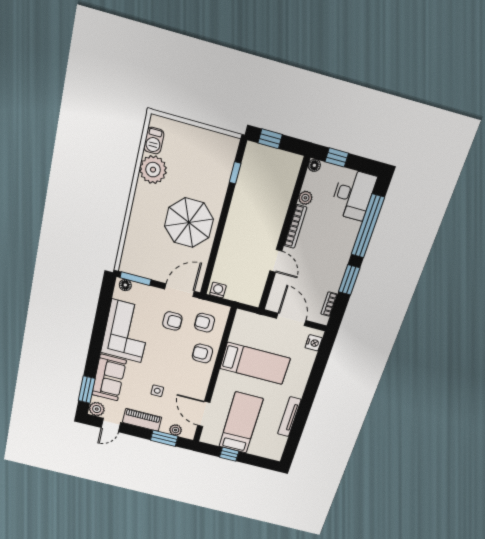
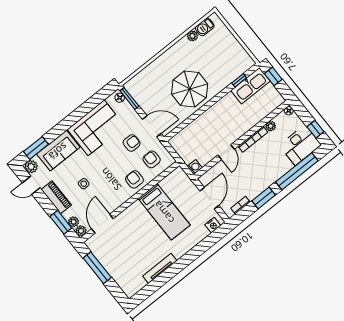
window: (337, 157) -> (315, 129), moved
kitchen sink: (252, 169) -> (251, 86), added
plant: (153, 170) -> (192, 36), width x0.53, depth x0.53
washing machine: (218, 290) -> (195, 167), moved
armchair: (172, 321) -> (132, 143), turned -90
bed: (241, 423) -> (123, 249), removed
plant: (189, 433) -> (81, 231), added
window: (229, 454) -> (97, 268), width x2.17

